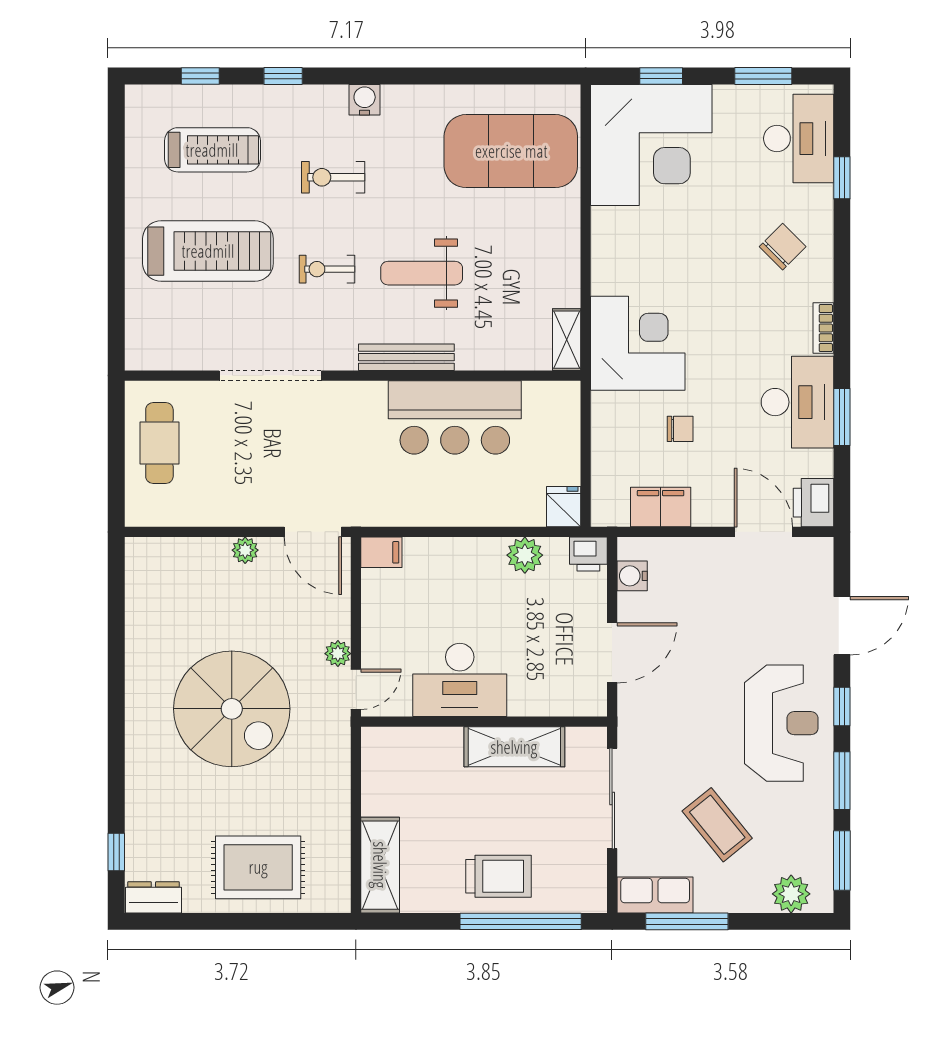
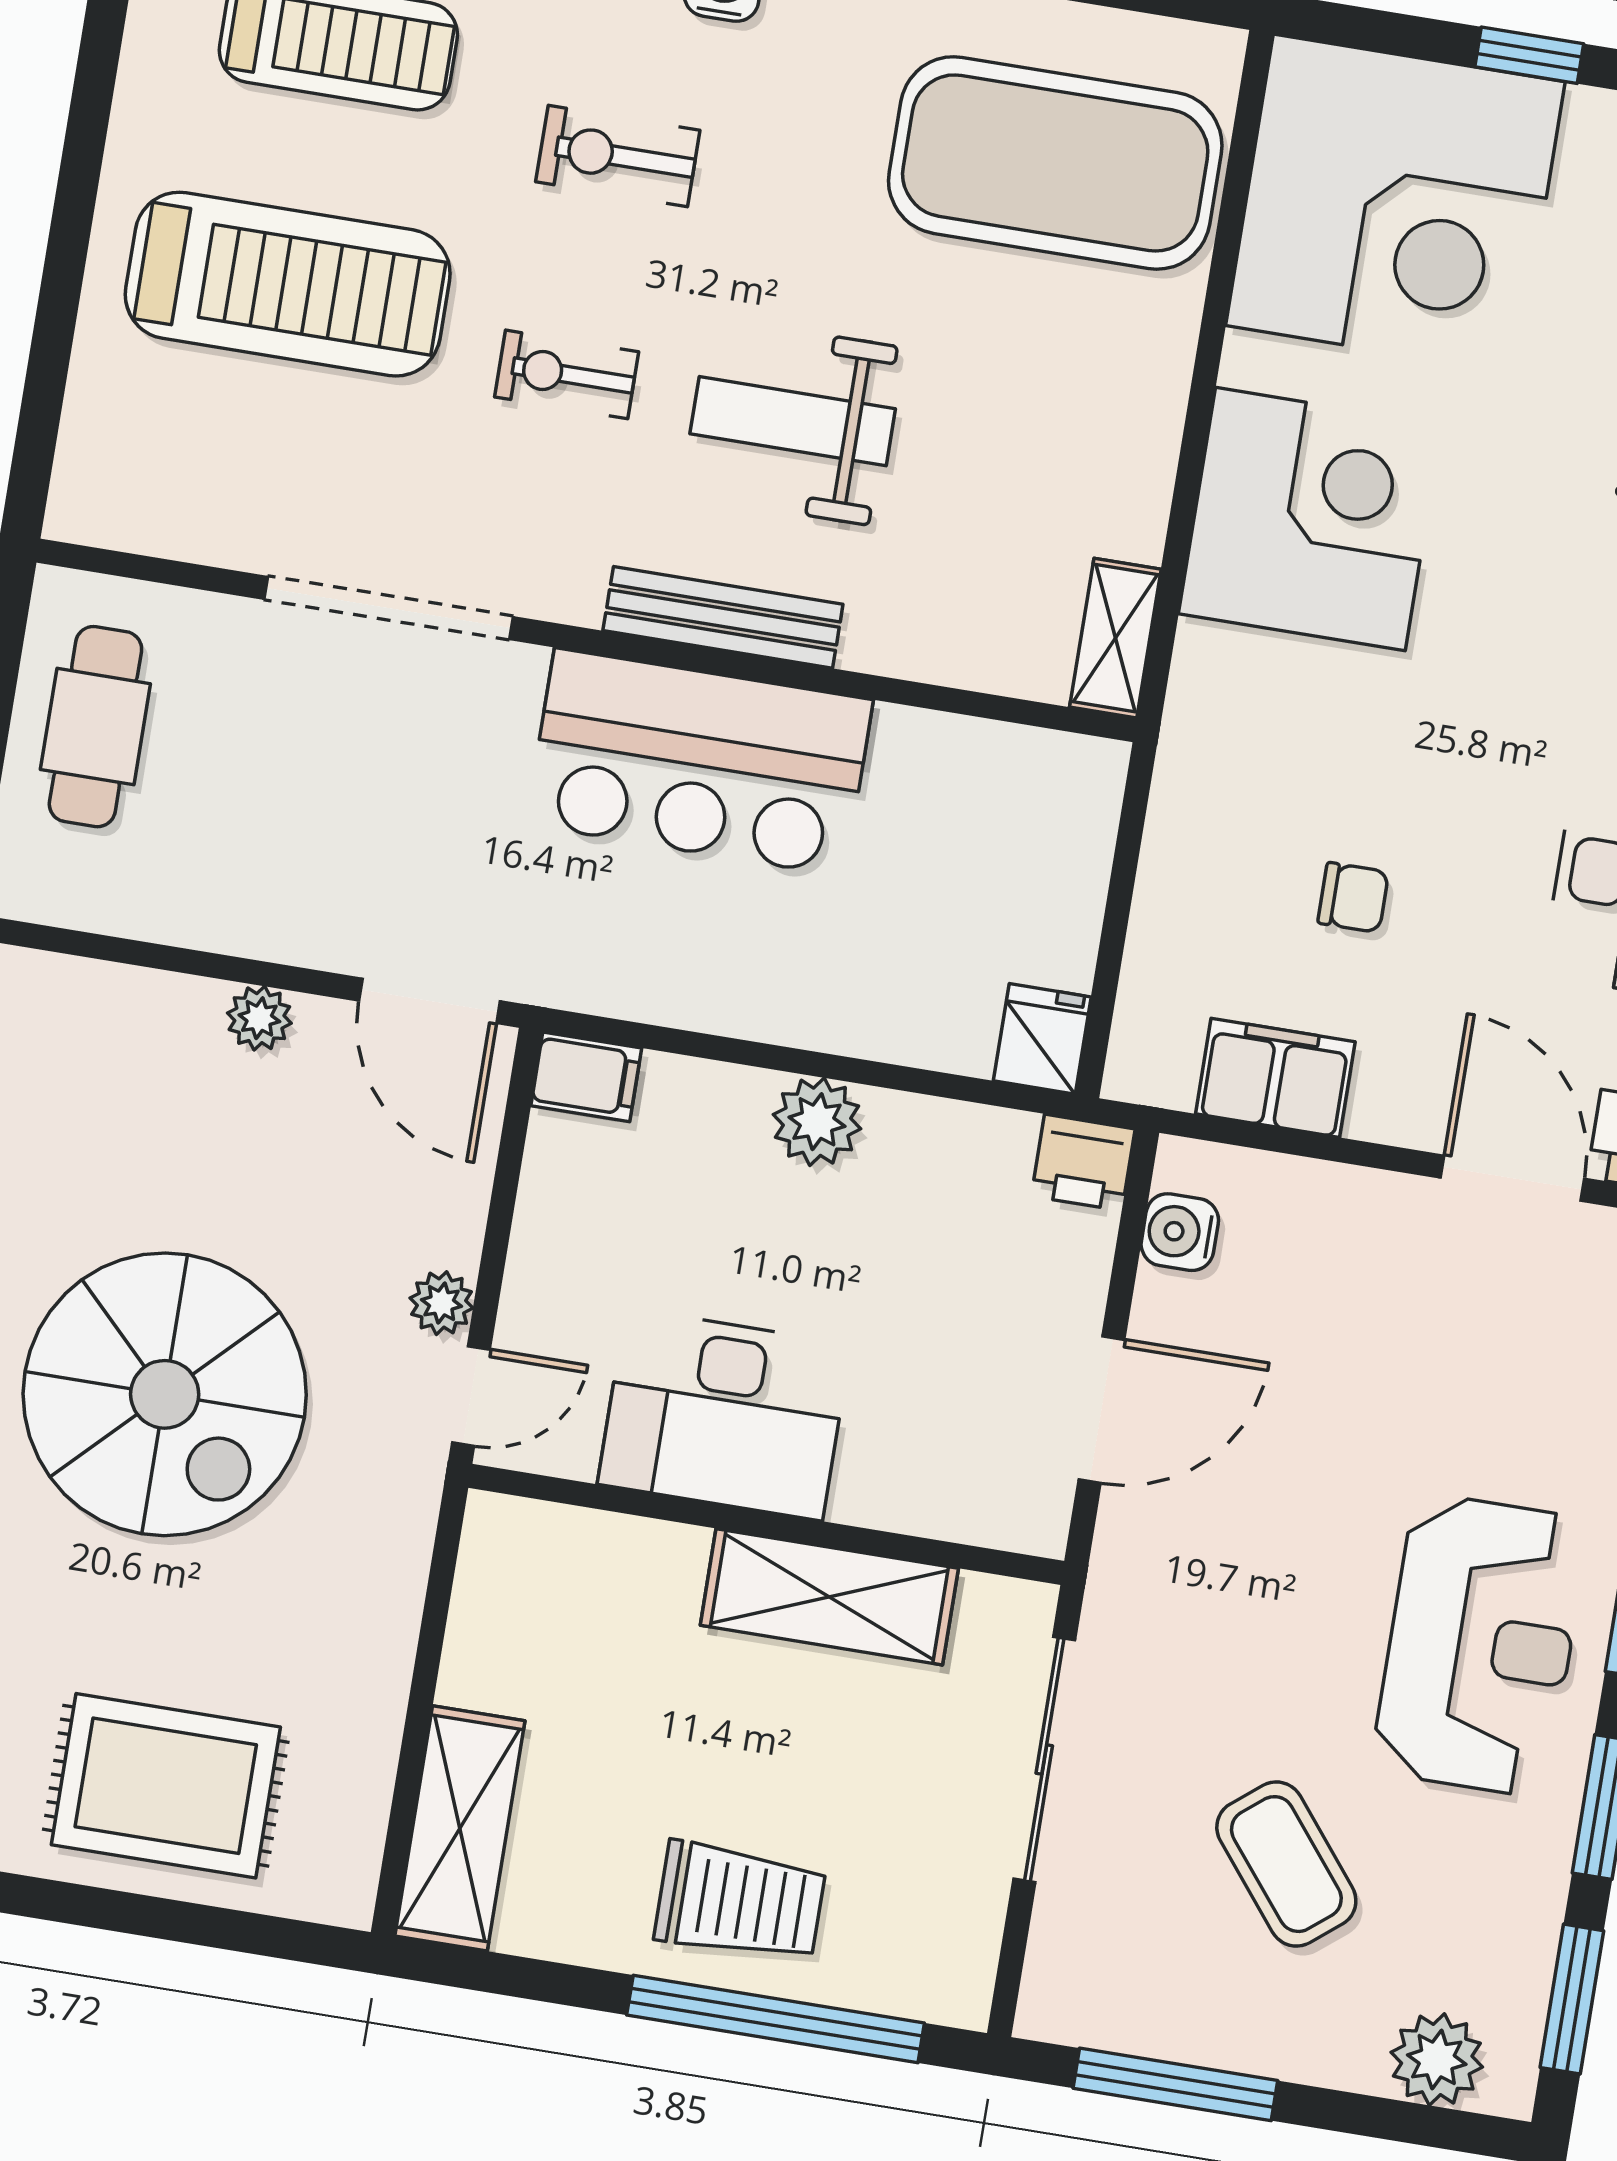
window: (661, 76) -> (1529, 55), moved
corner desk: (638, 343) -> (1310, 519), moved
bar counter: (455, 417) -> (700, 762), moved
plant: (525, 555) -> (817, 1122), moved
row of seats: (655, 895) -> (1109, 2008), removed

